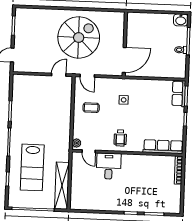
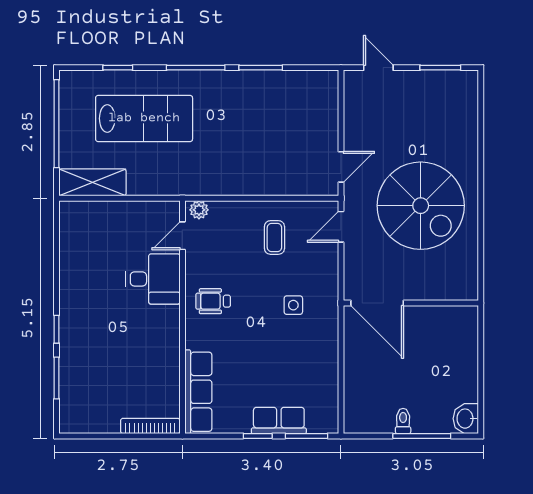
door: (59, 75) -> (341, 167), hinge flipped
row of seats: (179, 94) -> (279, 420), moved
lab bench: (32, 167) -> (144, 118), turned 180
shelving: (62, 186) -> (93, 182), width x0.68

